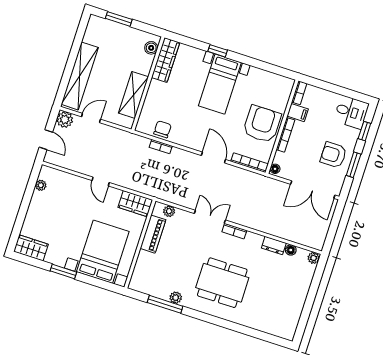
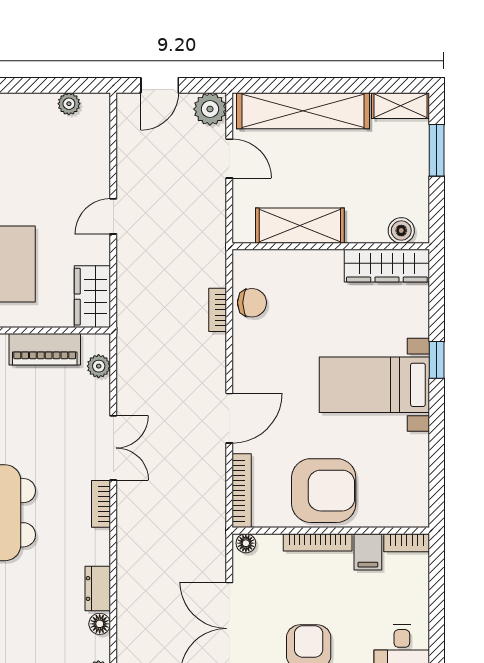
shelving: (92, 29) -> (401, 106), added

